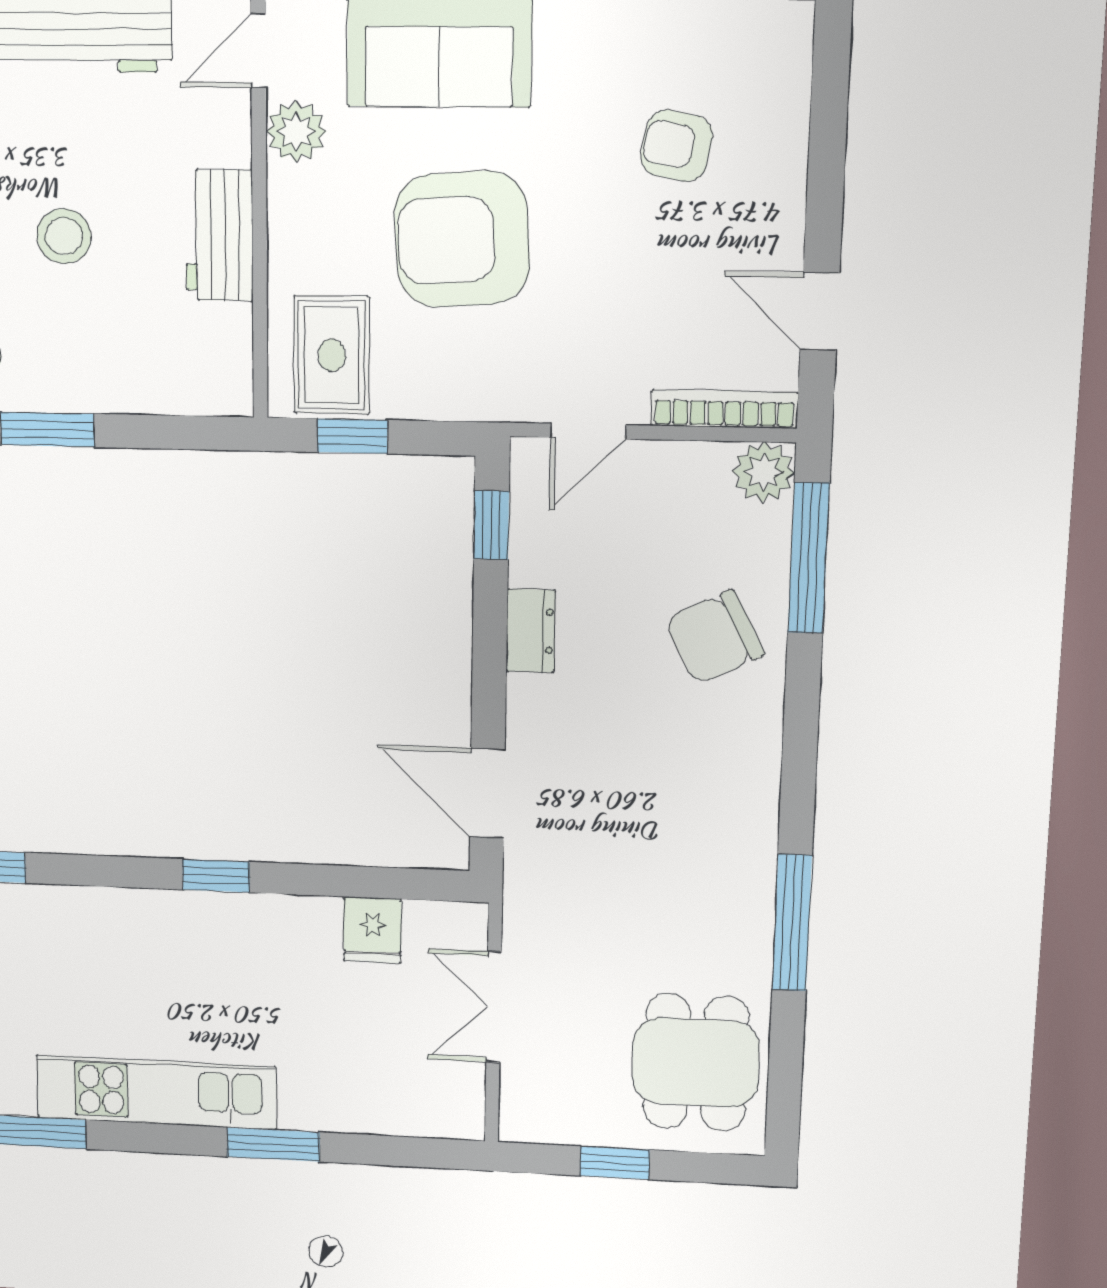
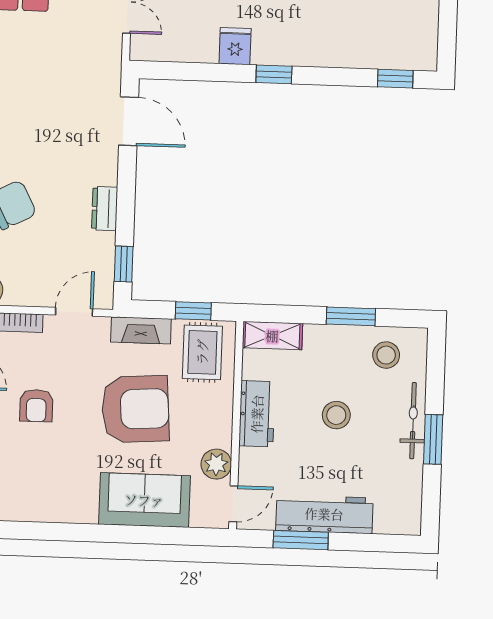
armchair: (677, 146) -> (36, 406), moved, turned 79
shelving: (196, 390) -> (272, 336), added
fireplace: (454, 397) -> (141, 330), added
fridge: (372, 930) -> (235, 46), moved

